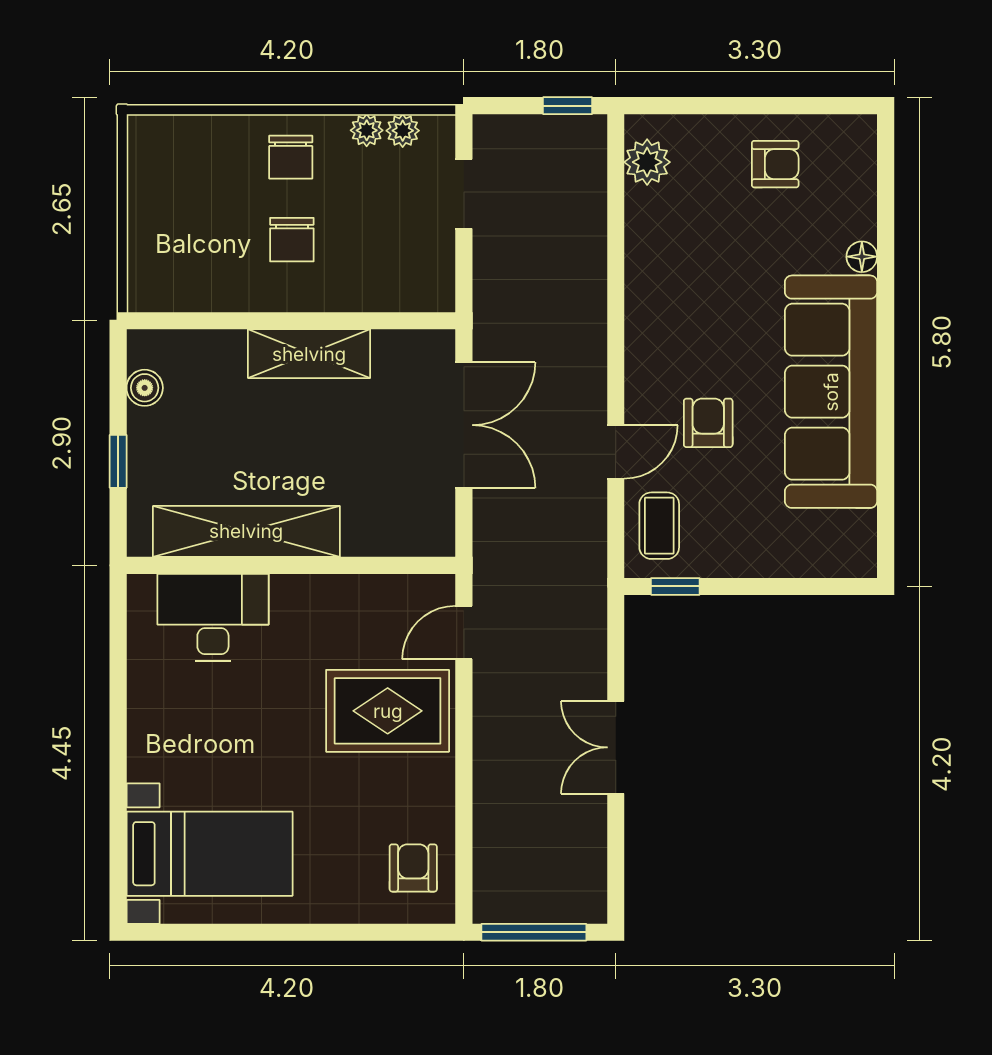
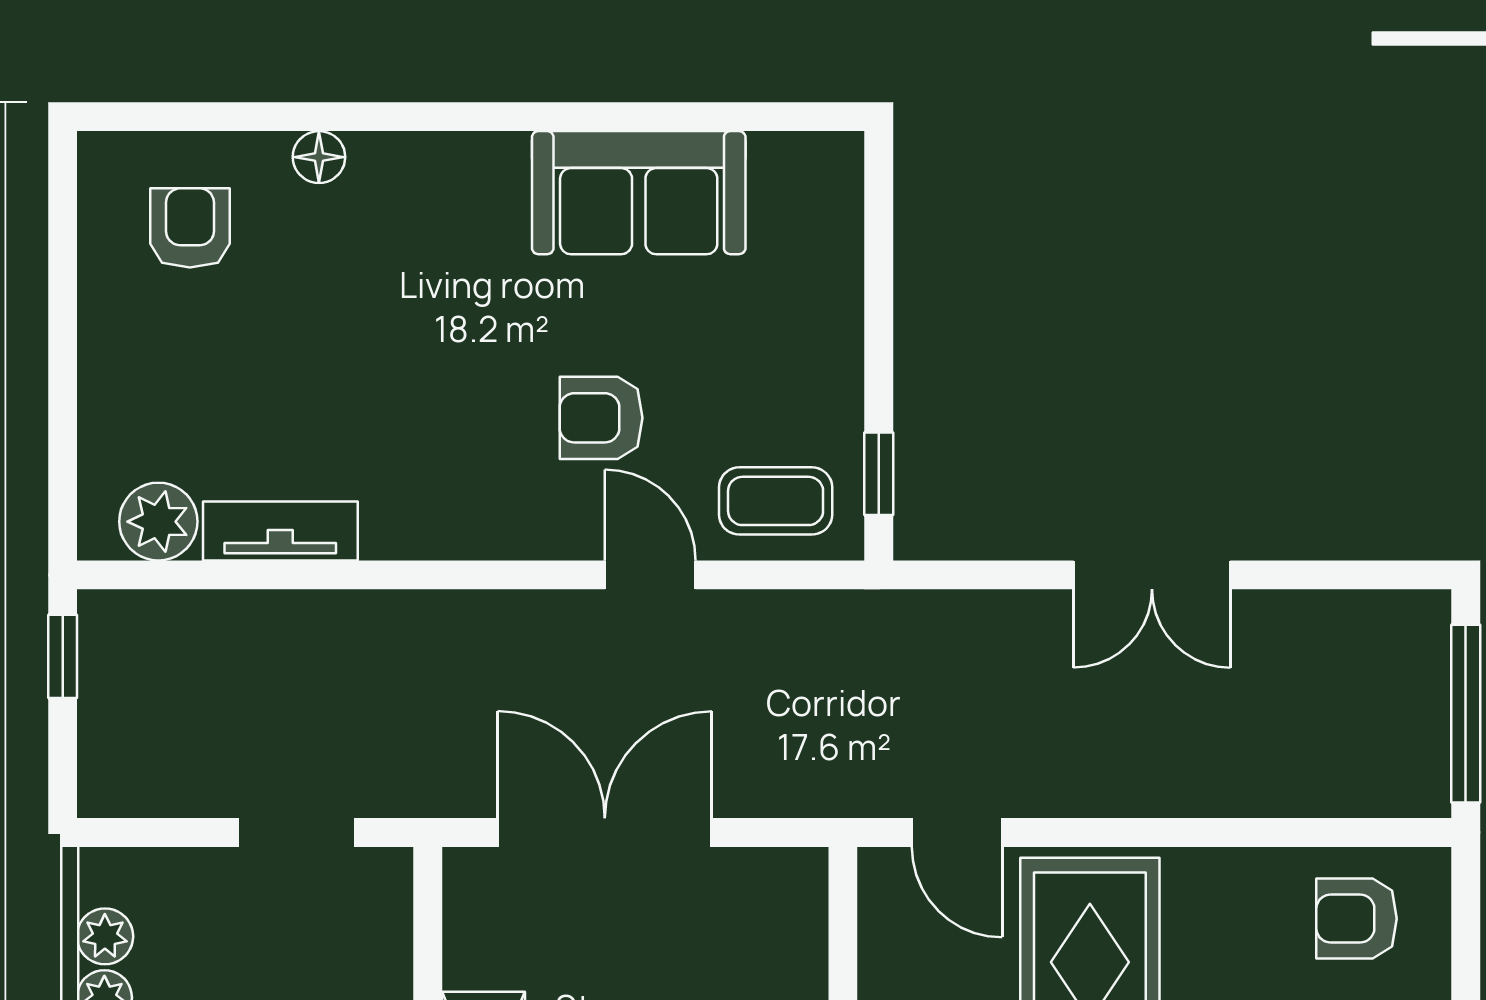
armchair: (775, 164) -> (190, 228), moved
doorway: (464, 194) -> (297, 833), moved
tv unit: (642, 234) -> (280, 531), added
sofa: (831, 392) -> (639, 193), width x0.54, depth x0.79

